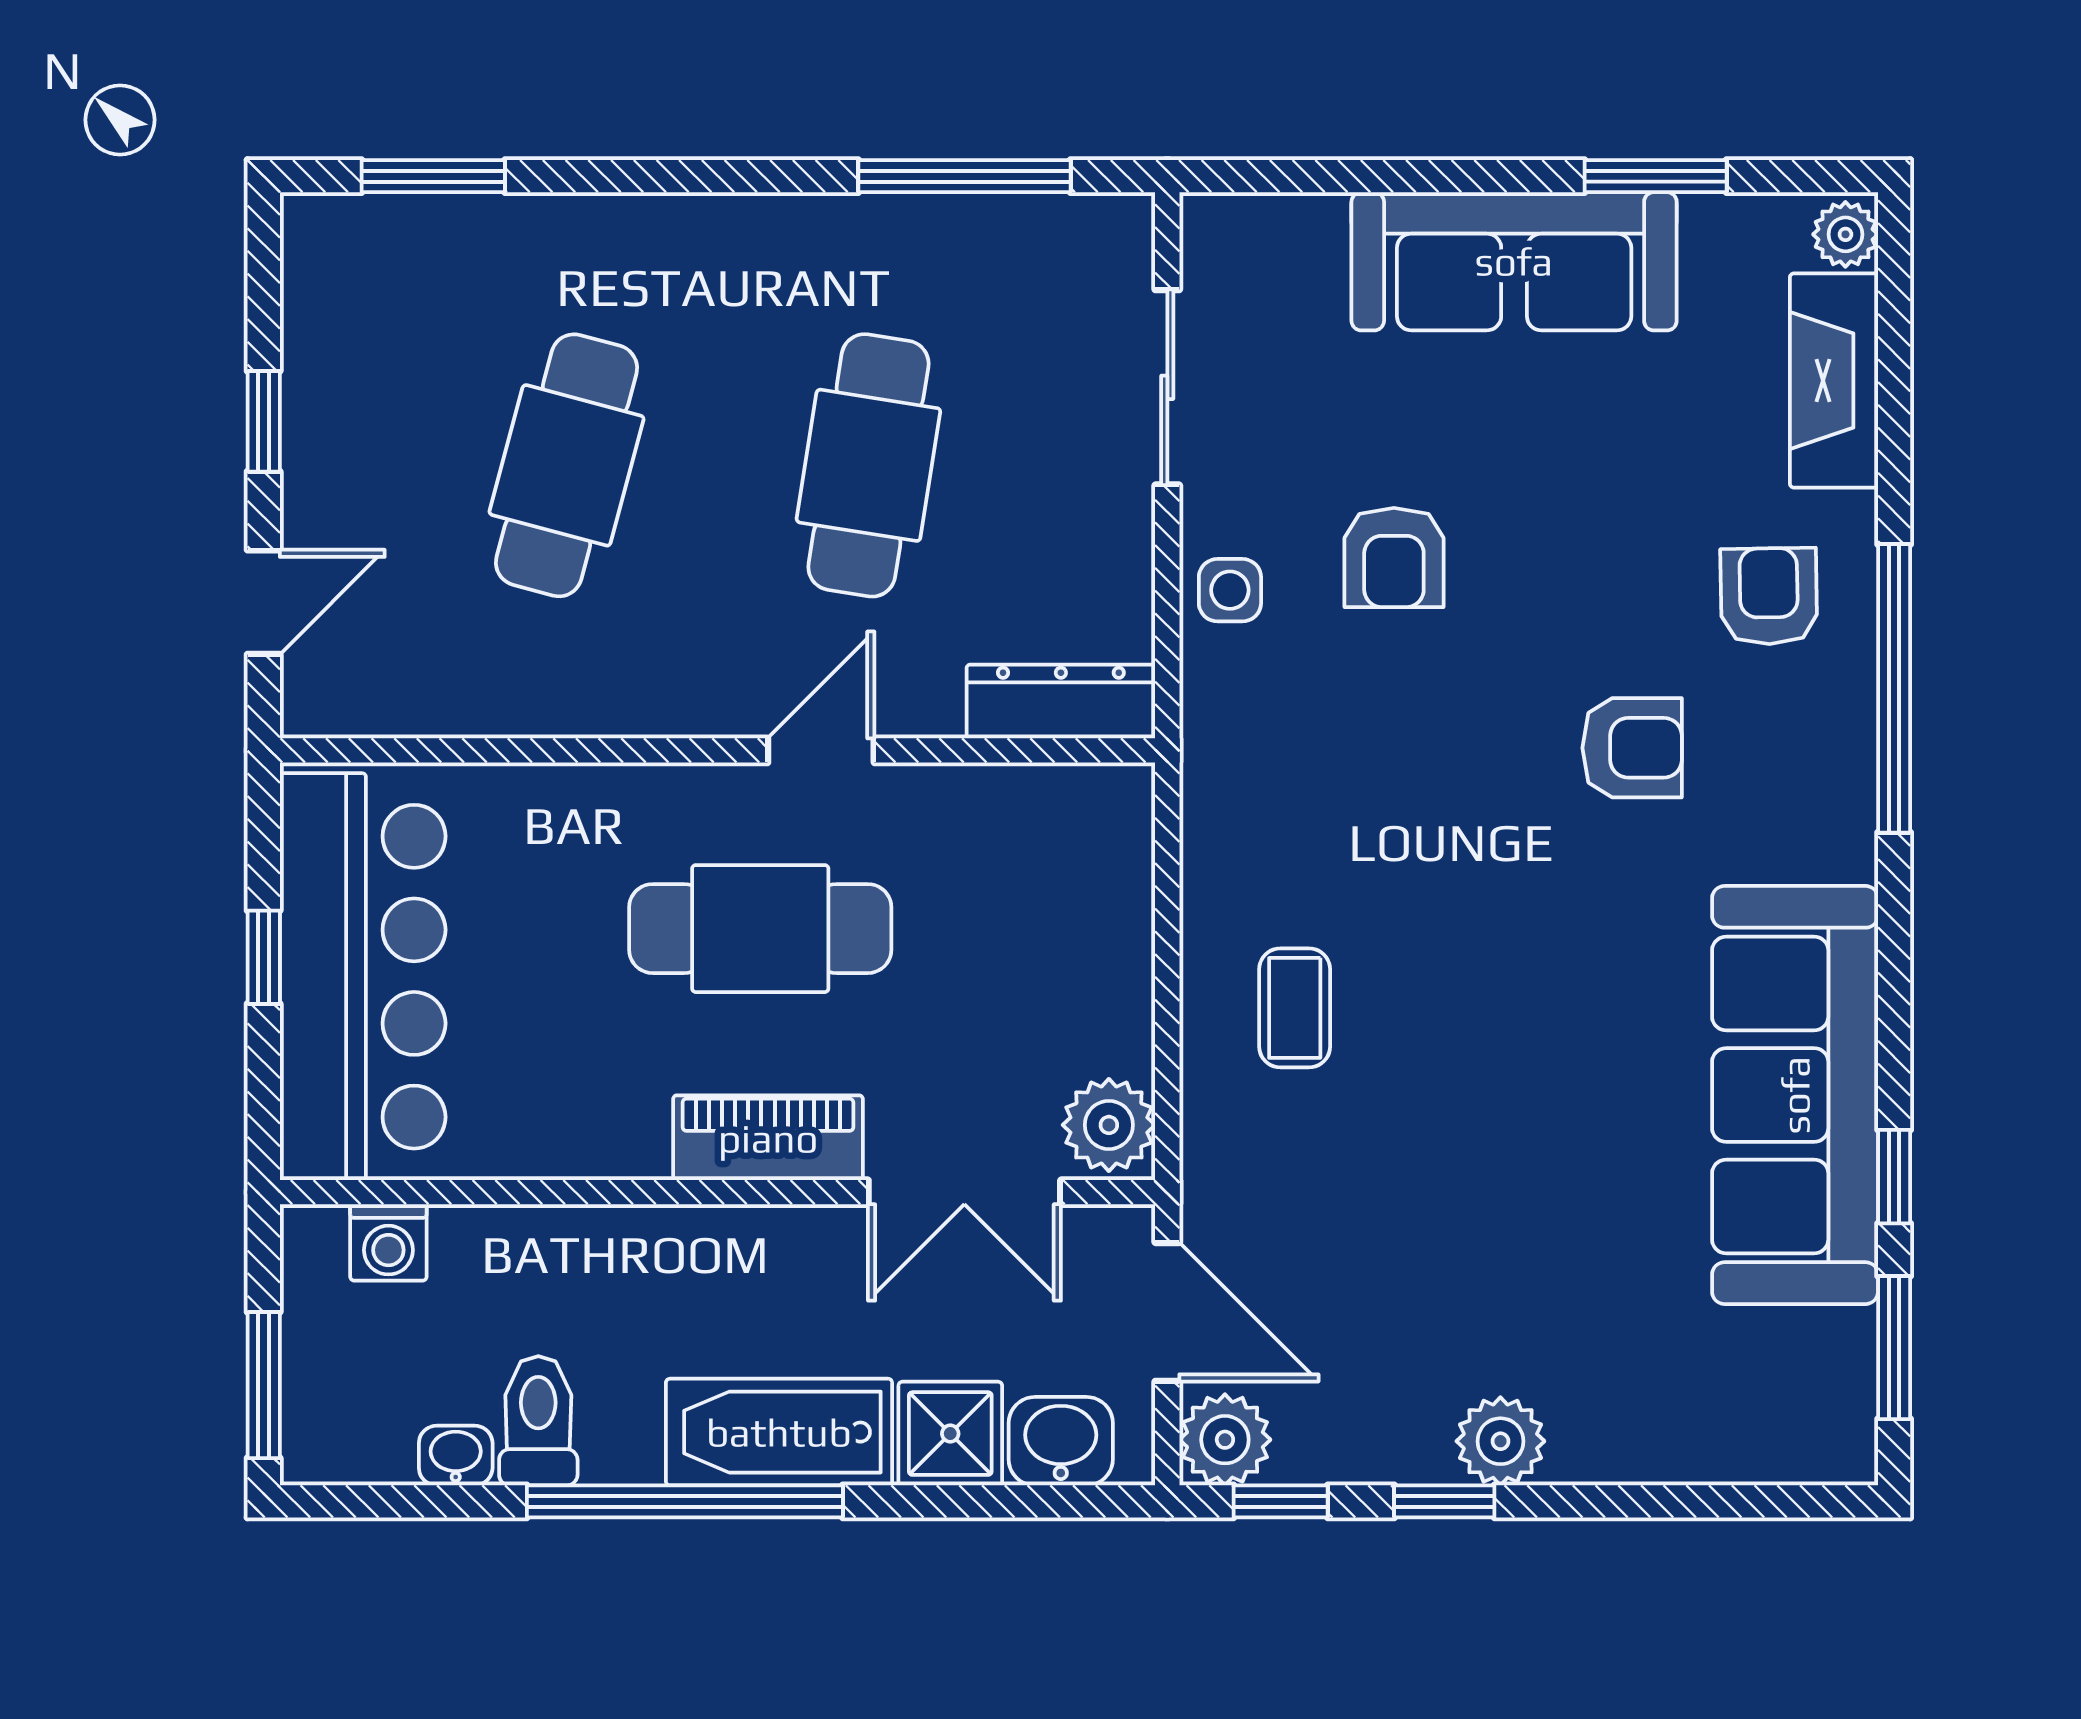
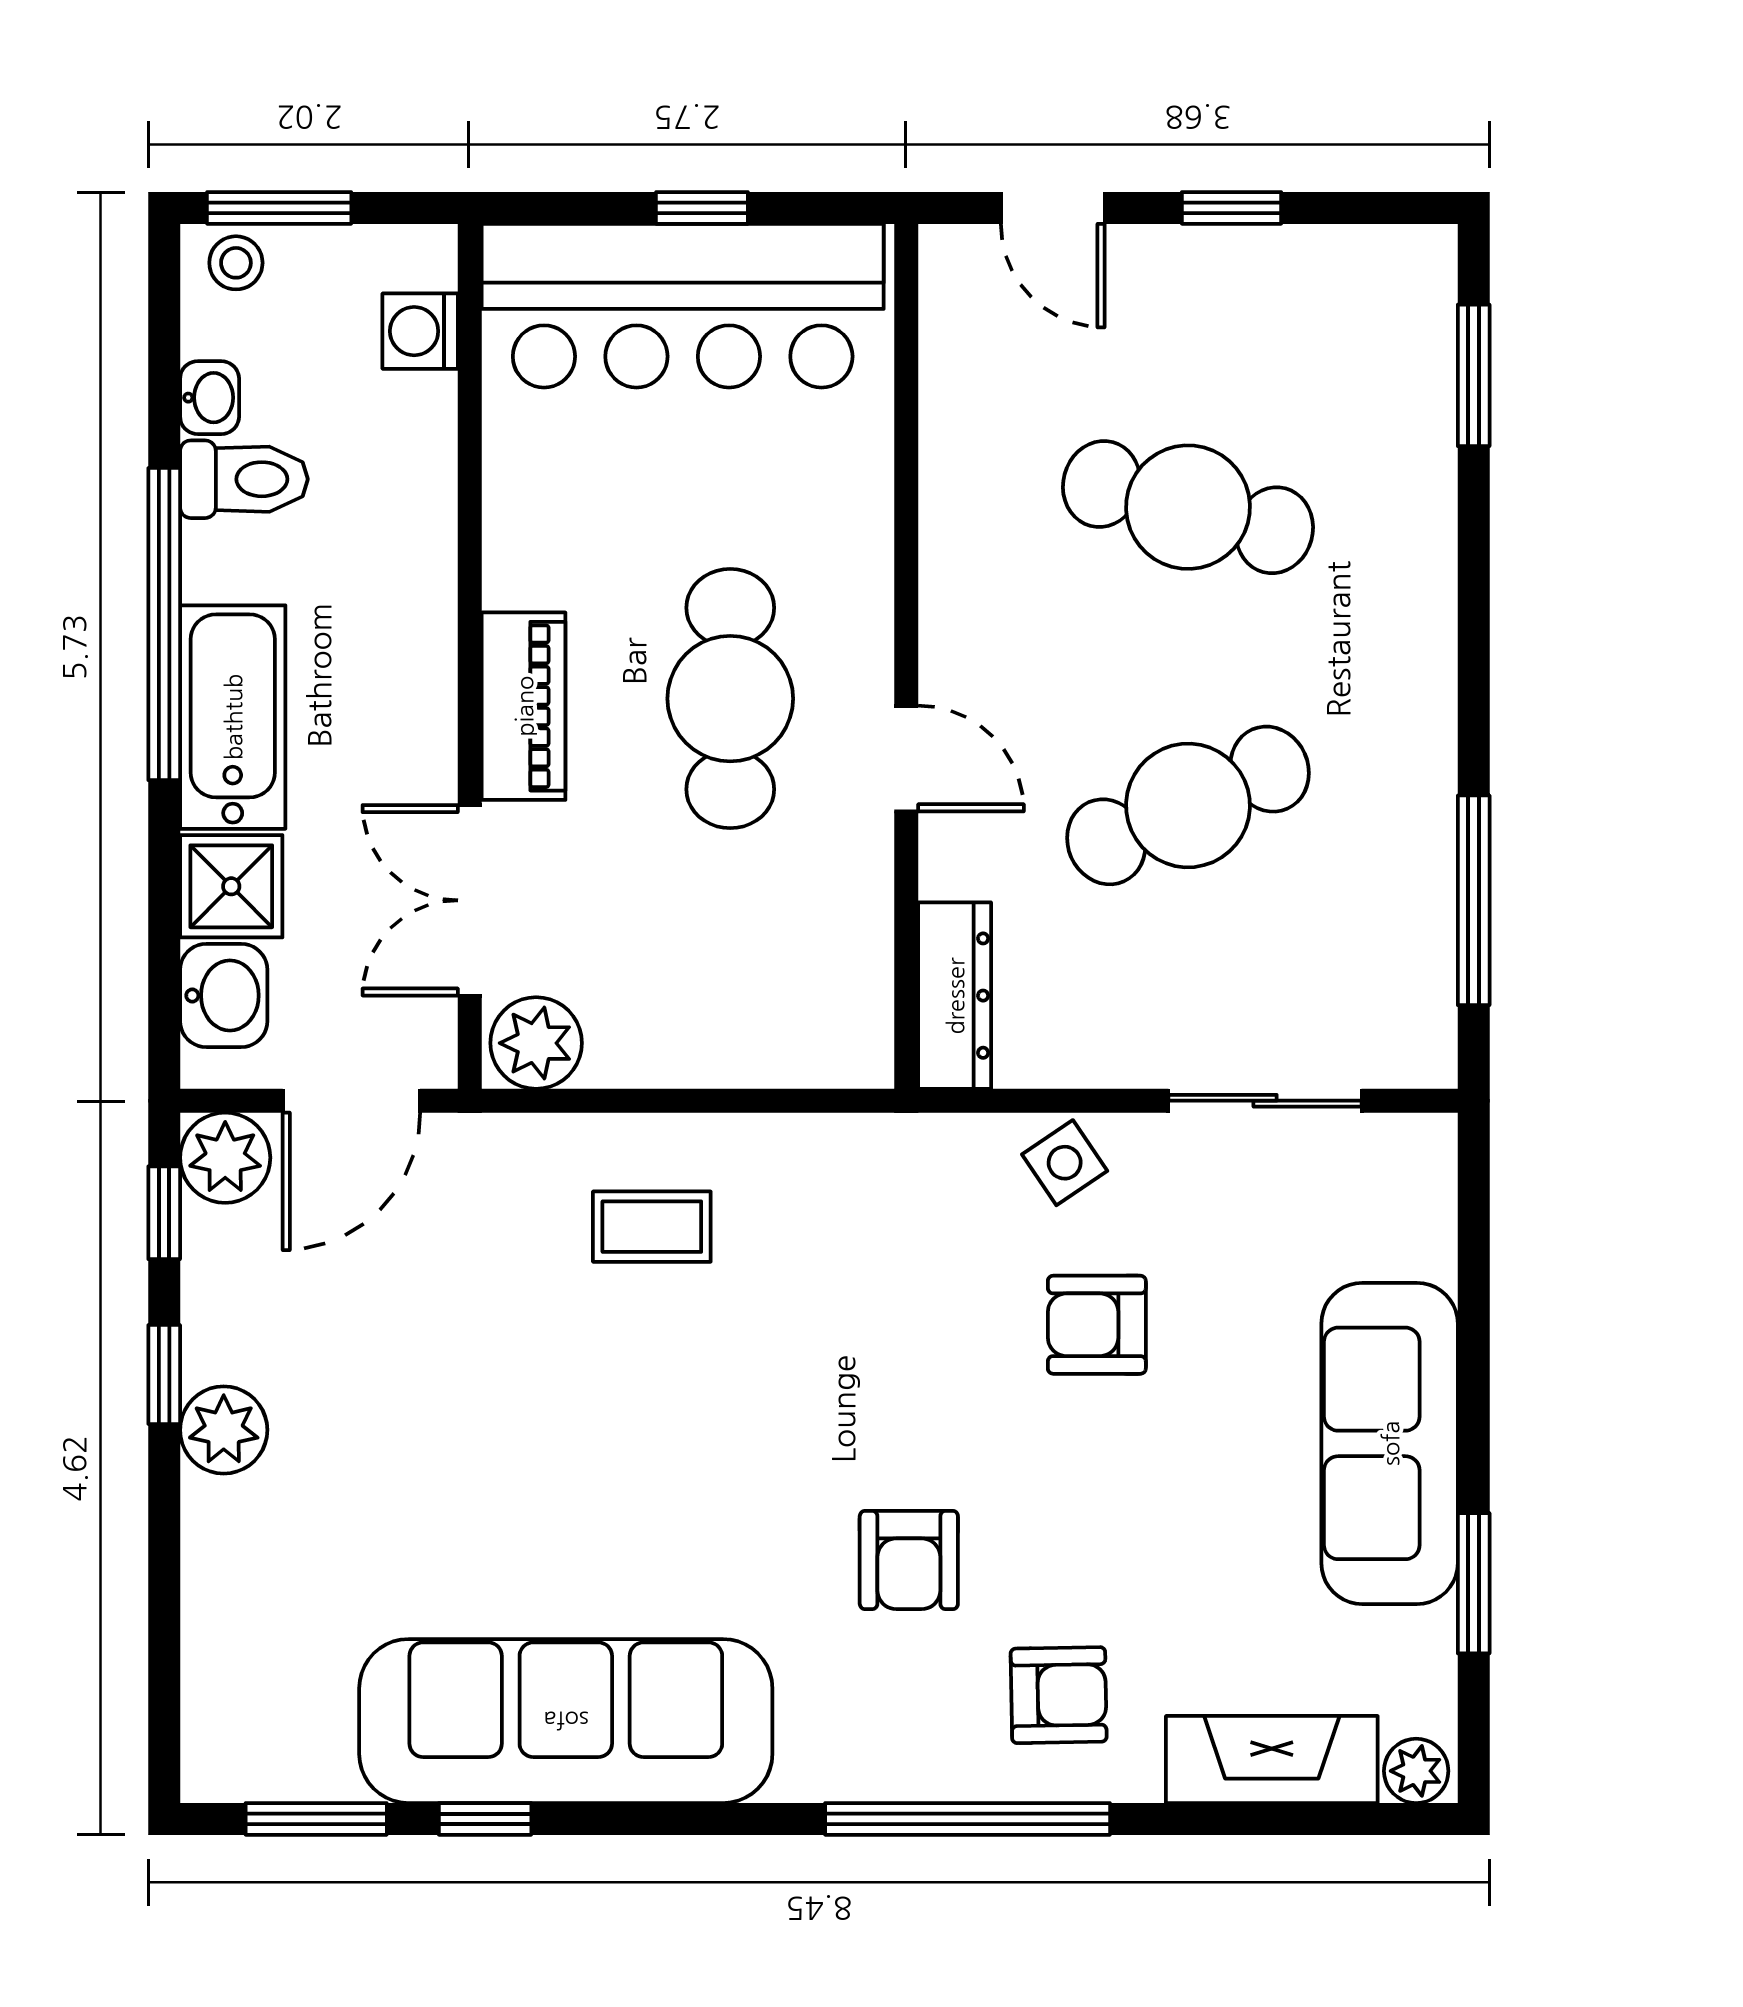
cafe table: (868, 465) -> (1188, 805), turned -33
side table: (1230, 590) -> (1065, 1163), turned -34
stool: (319, 1429) -> (236, 263), added

